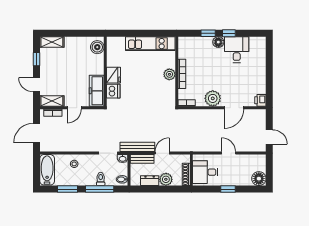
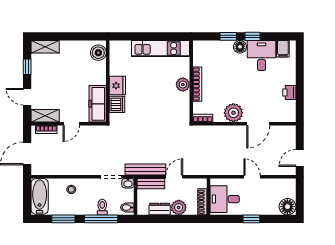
filing cabinet: (255, 44) -> (283, 49), added
printer: (260, 100) -> (289, 92), moved
door: (269, 137) -> (300, 158), swing flipped

